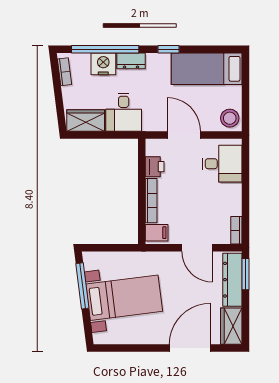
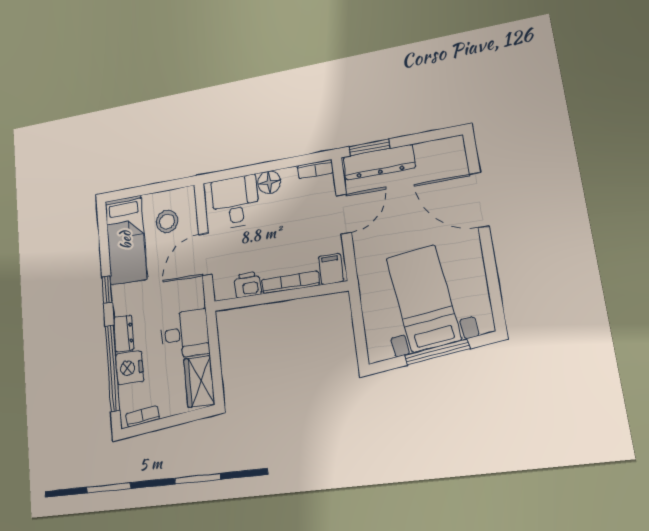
stool: (230, 118) -> (167, 221), moved
floor lamp: (233, 193) -> (269, 182), added
window: (82, 286) -> (437, 352), moved
wardrobe: (231, 326) -> (441, 152), removed

